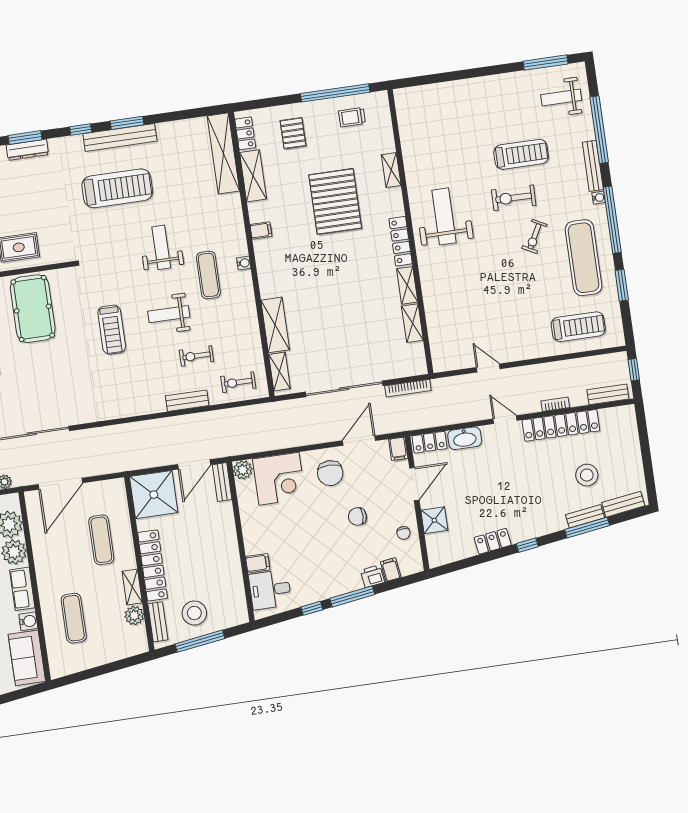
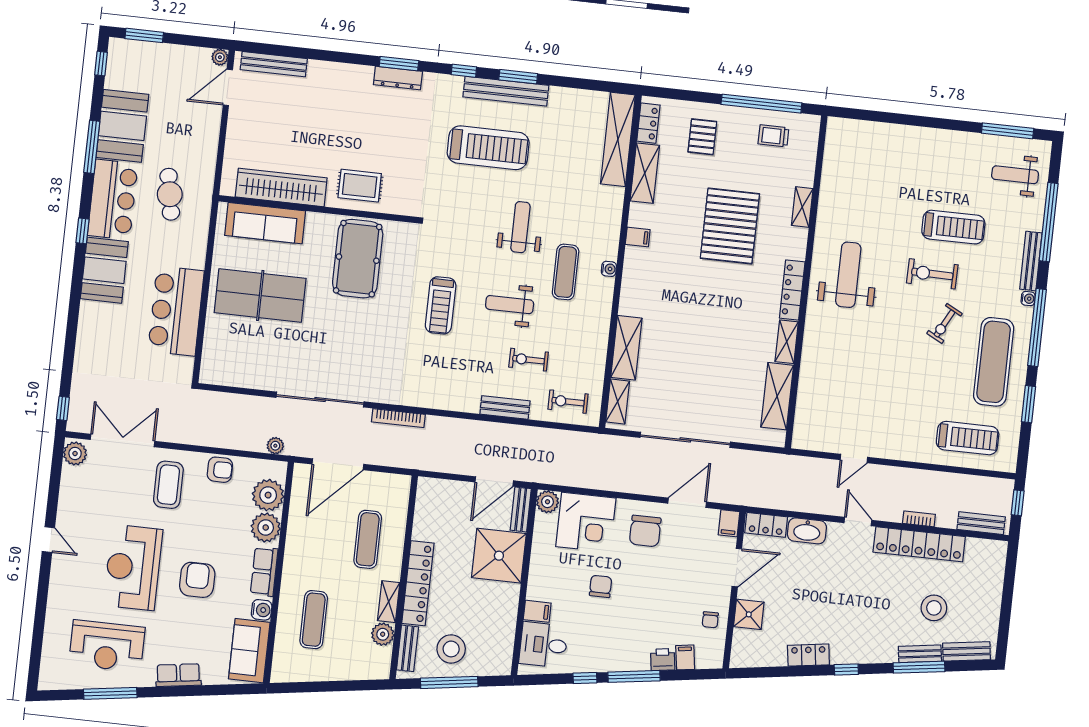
shelving: (412, 323) -> (777, 396), width x1.50, depth x1.33
door: (488, 368) -> (854, 458), swing flipped
bookcase: (408, 388) -> (398, 418), moved
shower: (154, 495) -> (499, 556), moved
chair: (357, 516) -> (601, 586), moved, turned 90

